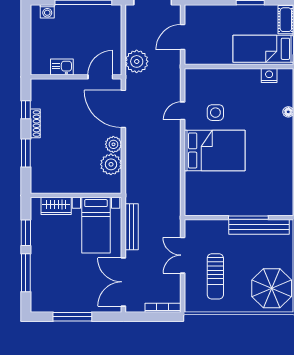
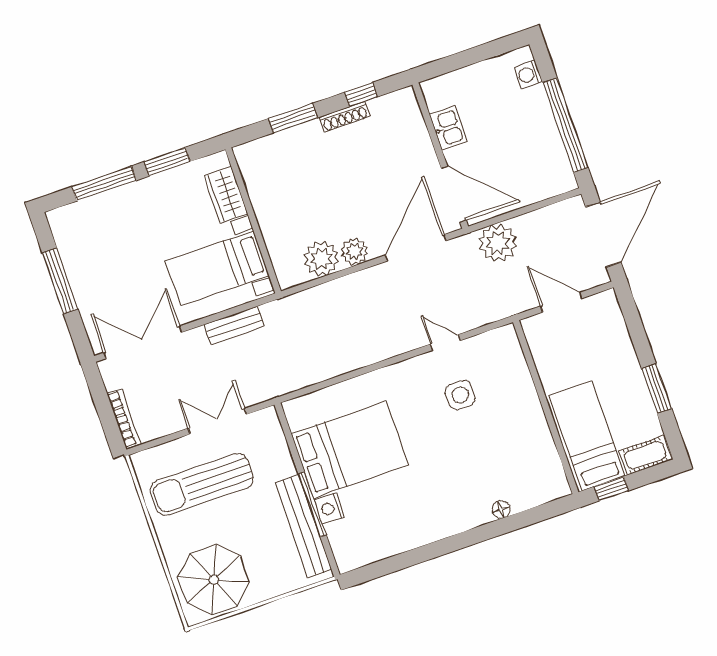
nightstand: (269, 75) -> (329, 508), moved, turned 180
door: (100, 77) -> (454, 194), width x1.36
bed: (215, 150) -> (350, 449), moved, turned -90
bench: (132, 227) -> (234, 325), width x0.73
sun lounger: (215, 276) -> (202, 484), width x1.36, depth x1.34

